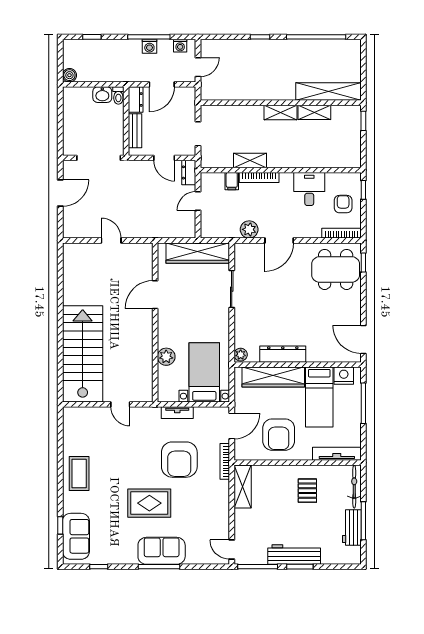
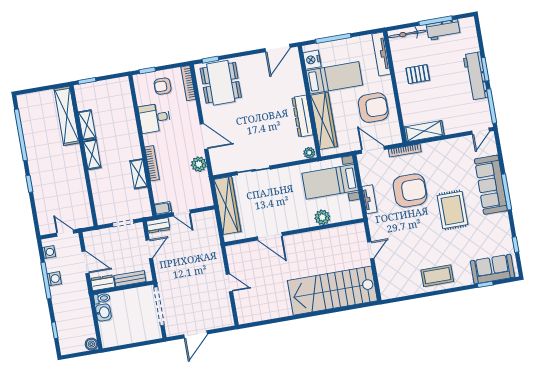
filing cabinet: (232, 181) -> (163, 208), moved
door: (60, 193) -> (196, 334), swing flipped
door: (111, 241) -> (229, 283), swing flipped
sofa: (162, 551) -> (491, 185), width x1.36

